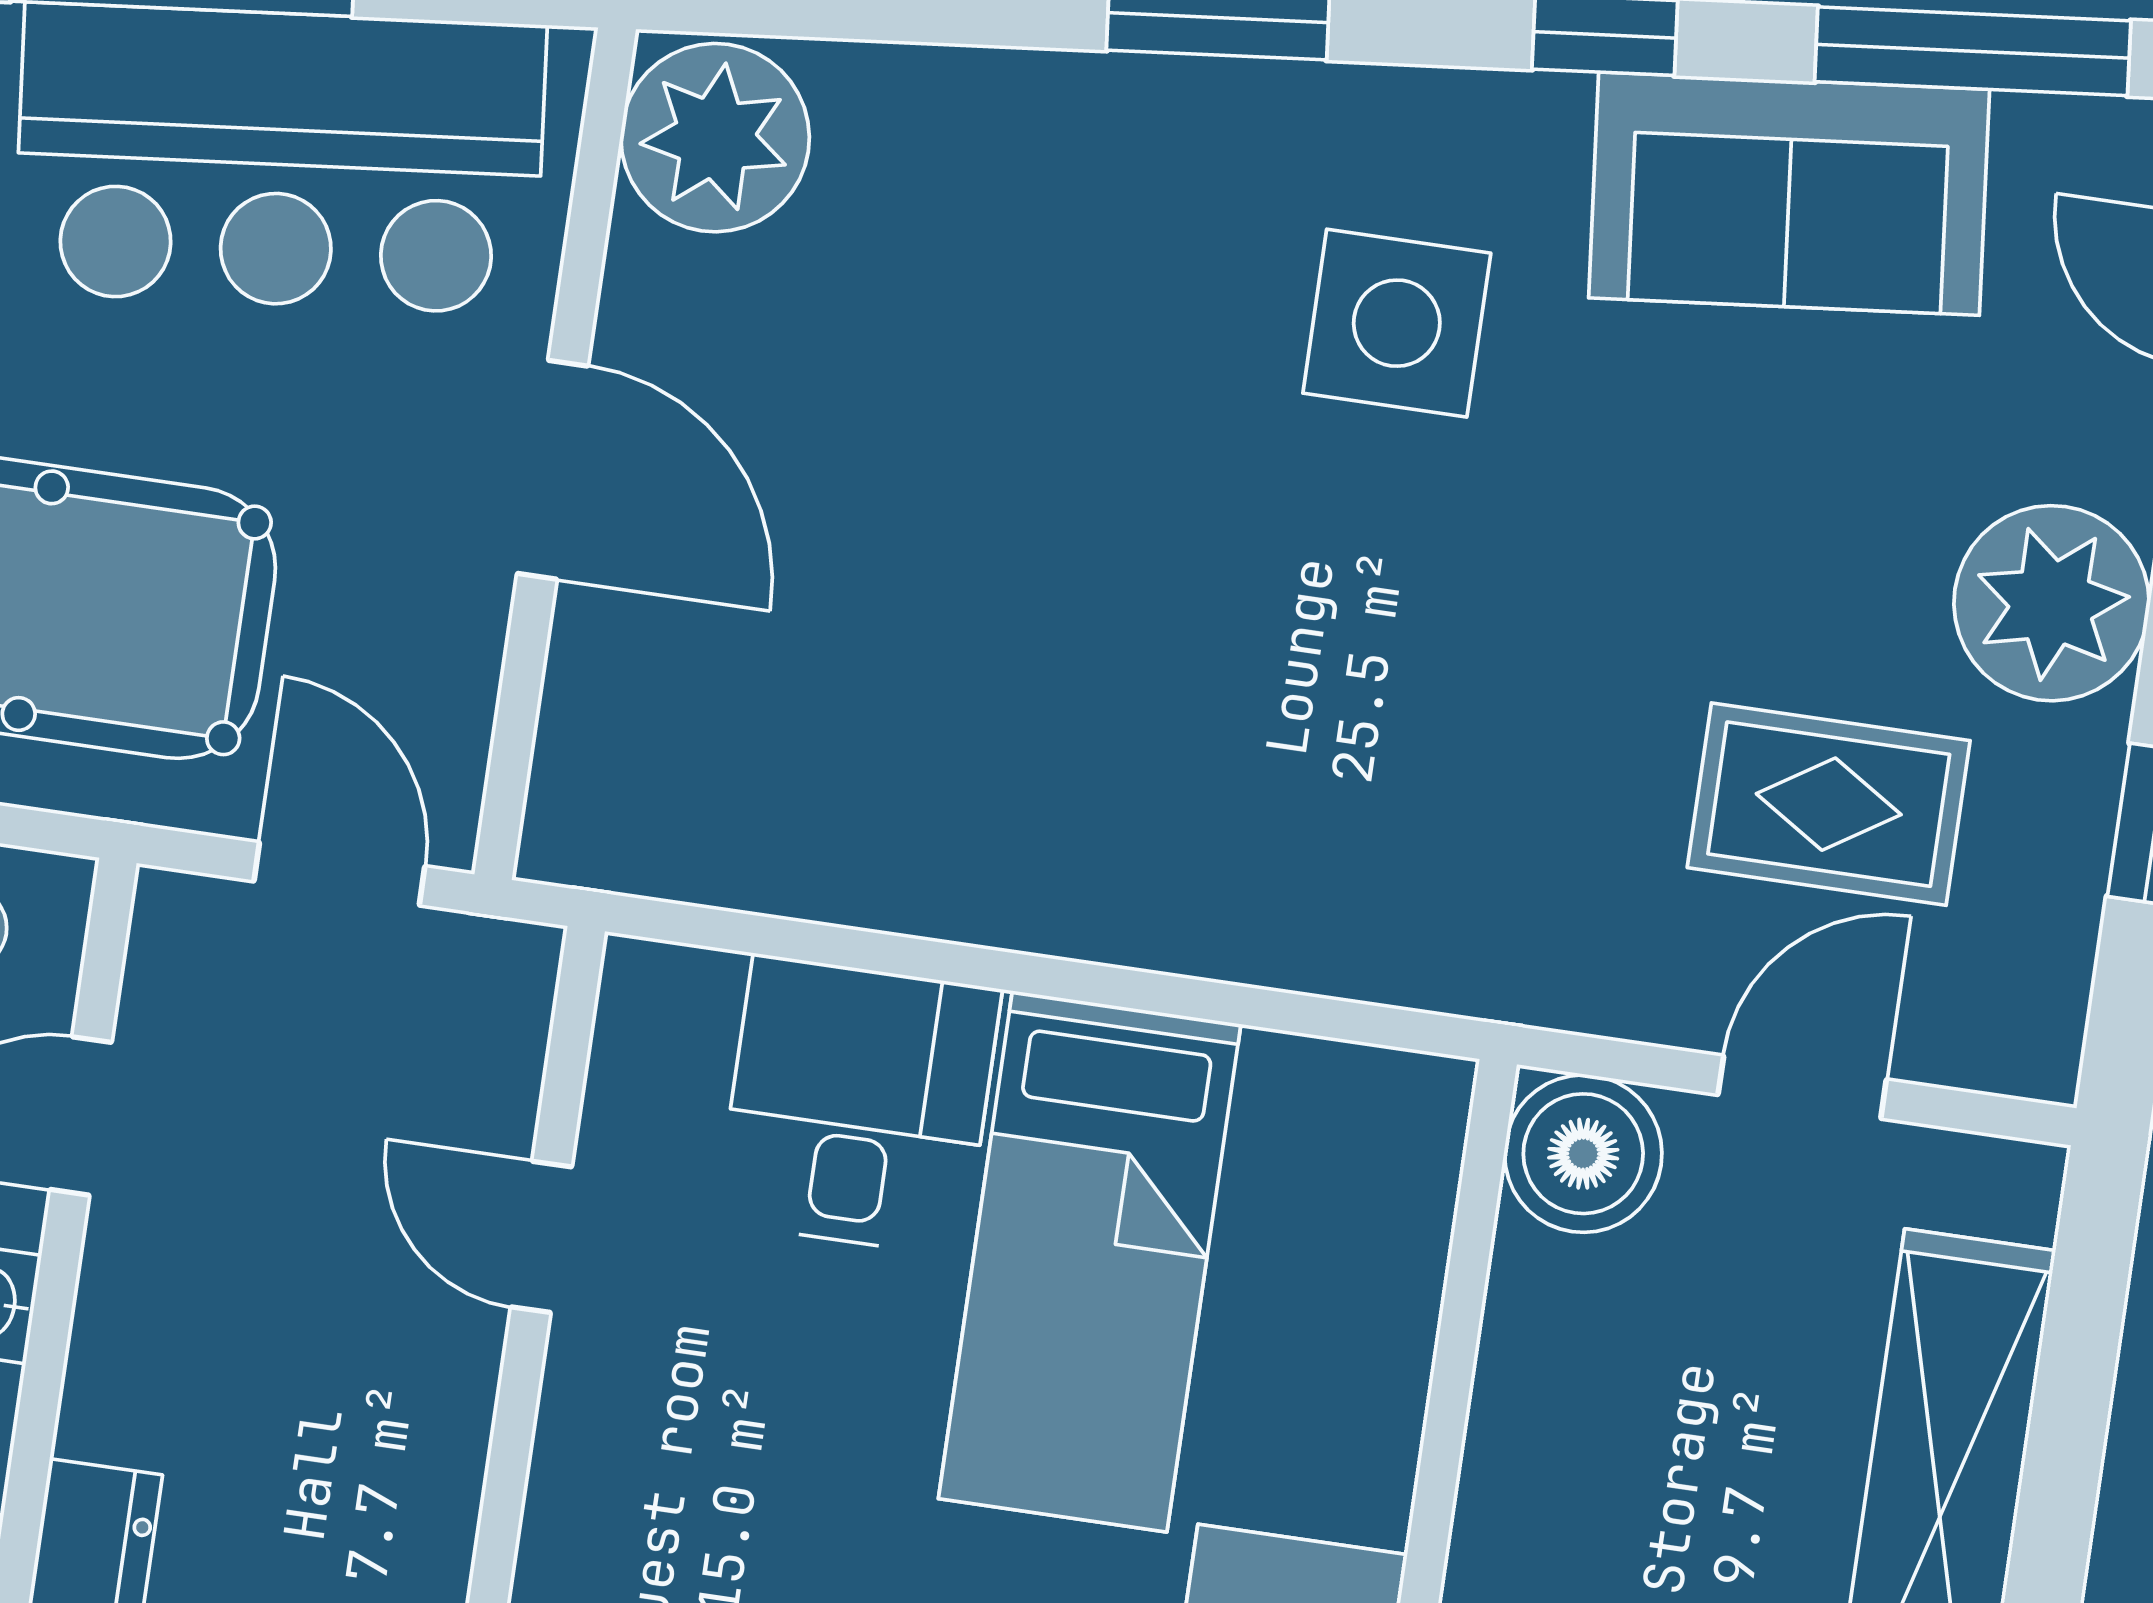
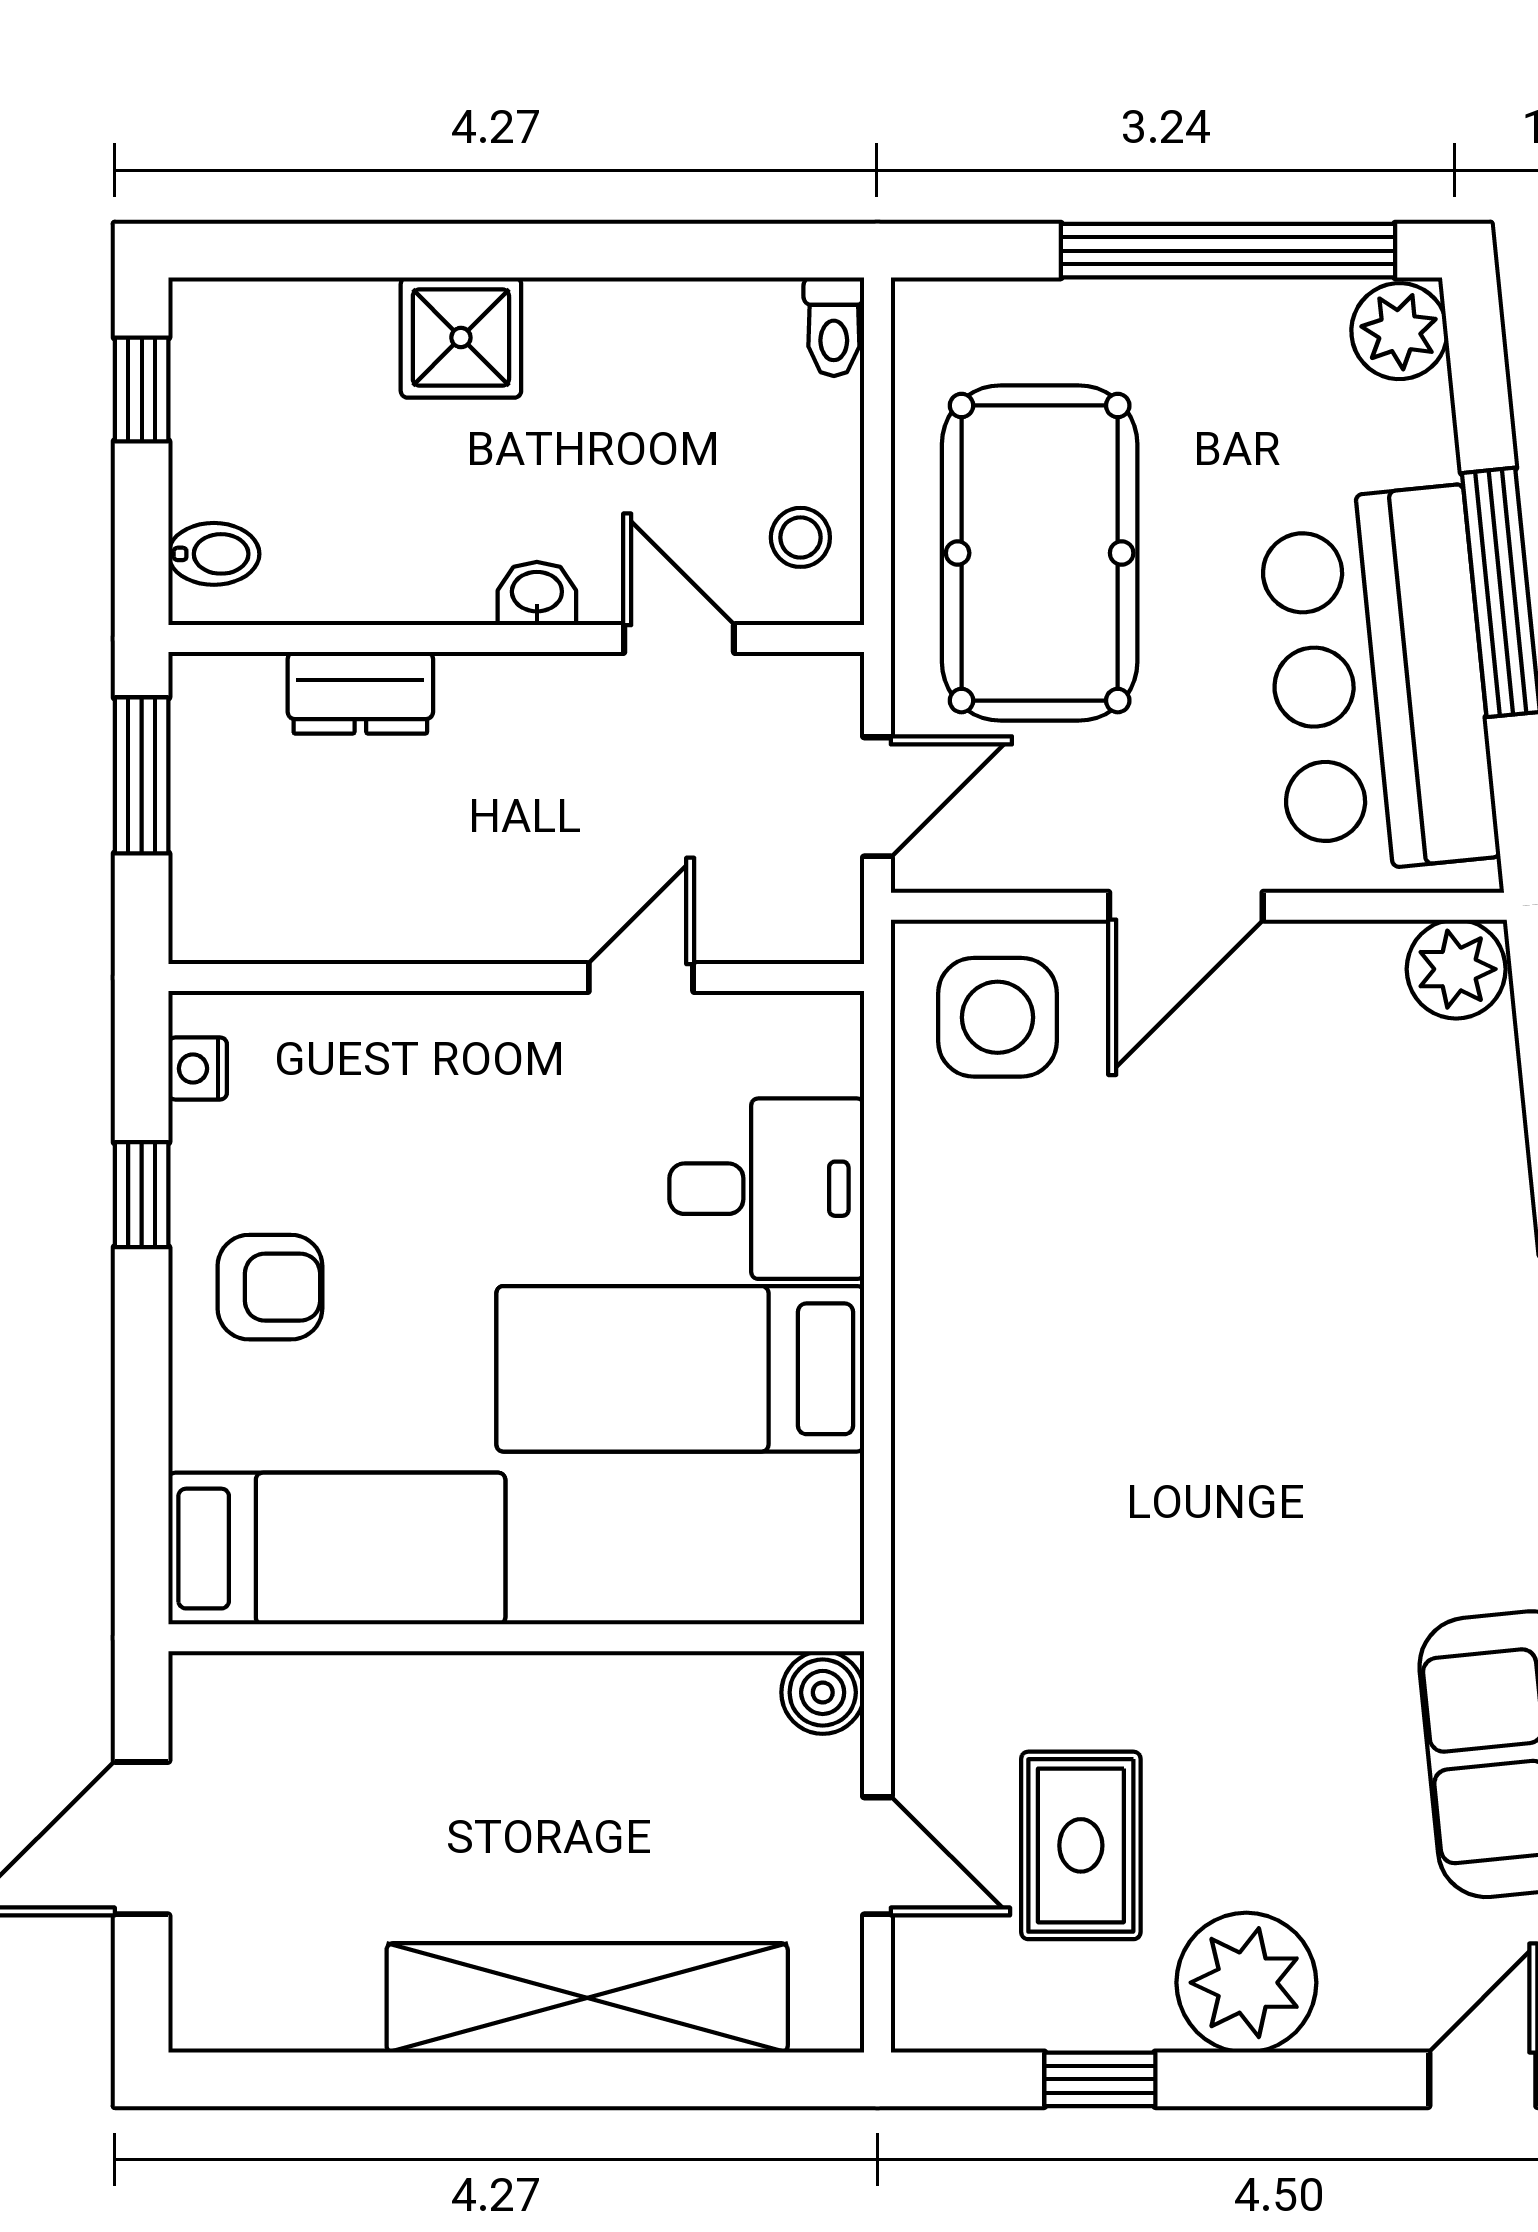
plant: (715, 138) -> (1456, 969), width x0.73, depth x0.73
side table: (1397, 323) -> (998, 1017), moved
boiler: (1583, 1154) -> (823, 1692), width x0.73, depth x0.73

